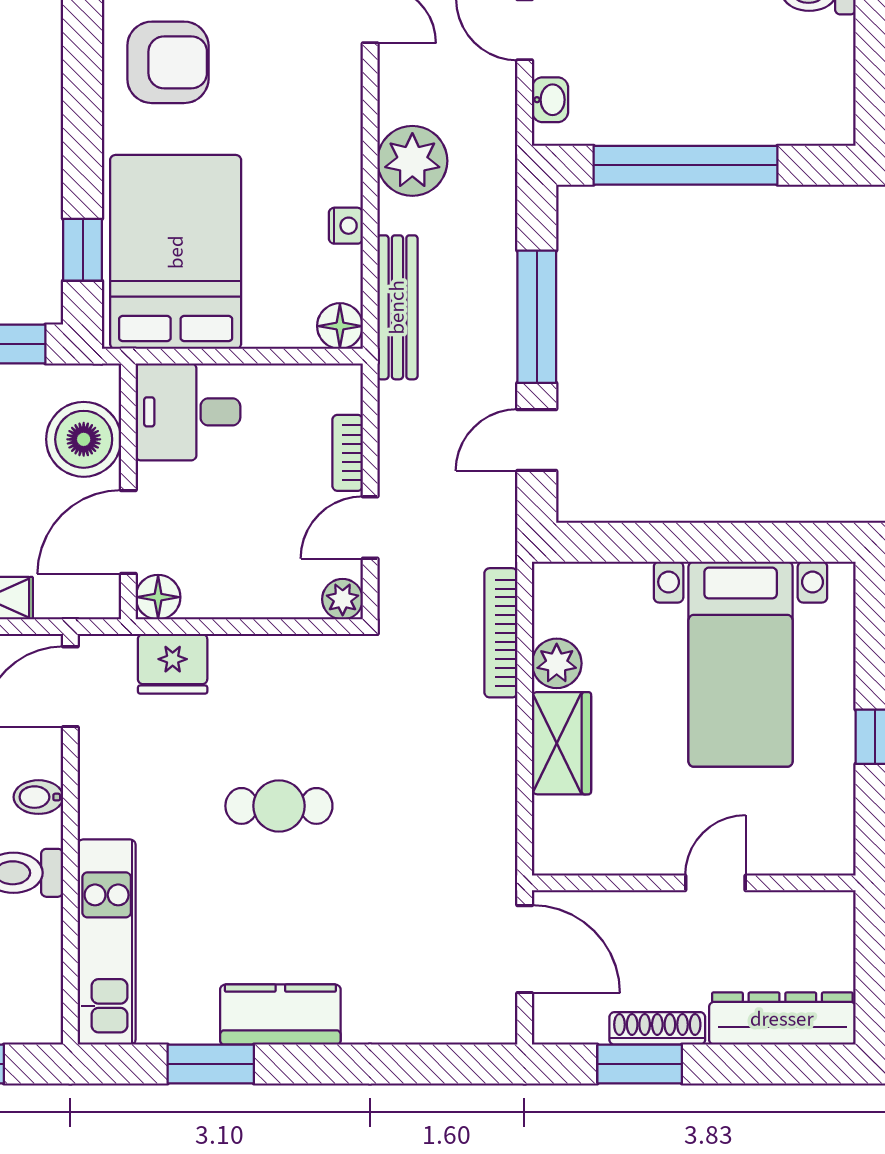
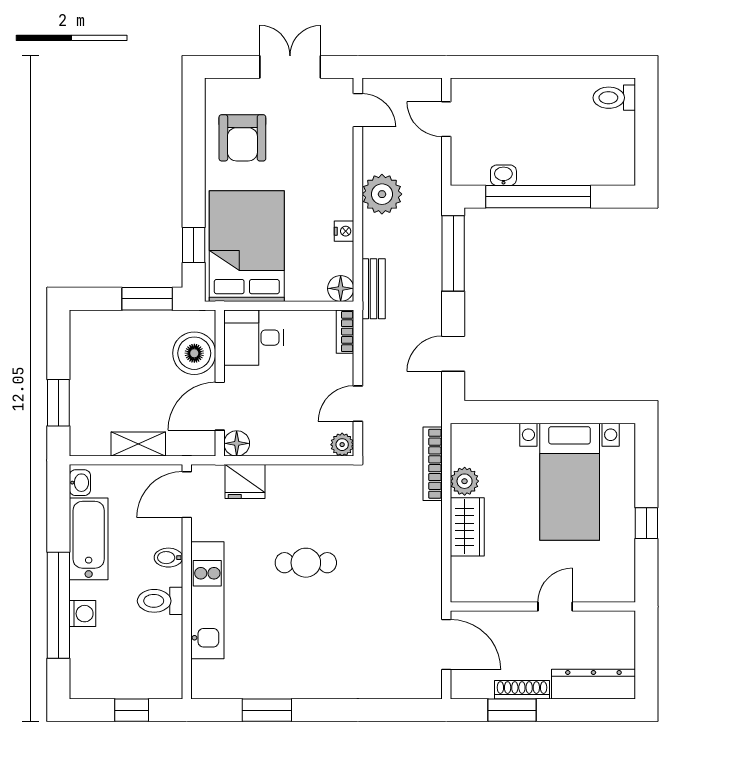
armchair: (168, 62) -> (242, 138), turned 90
washbasin: (550, 100) -> (503, 175), moved, turned -90
bench: (397, 307) -> (374, 289), width x0.73
window: (537, 317) -> (453, 253), moved
bookcase: (348, 453) -> (345, 332), moved
kitchen unit: (107, 942) -> (207, 600), moved
kitchen counter: (280, 1015) -> (307, 682), removed

